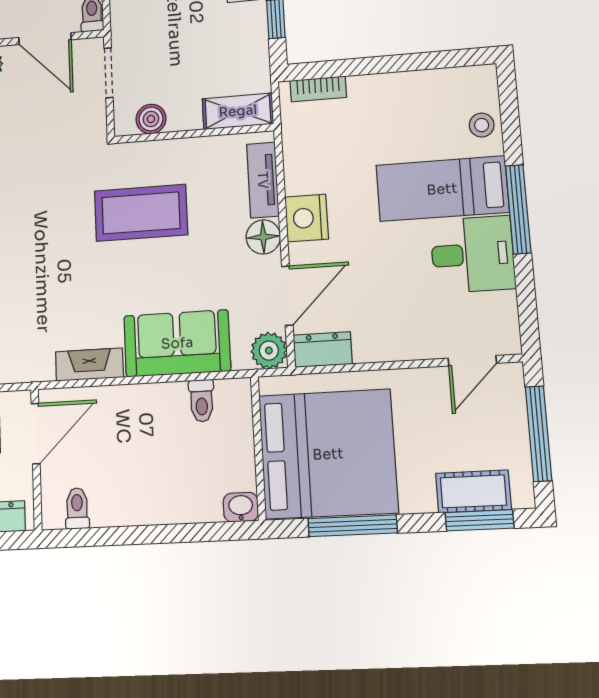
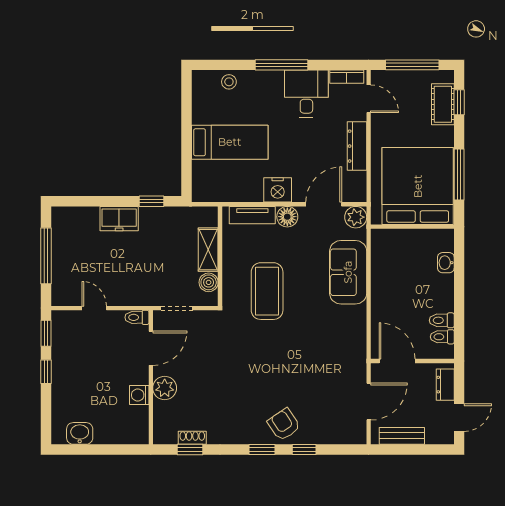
bookcase: (318, 89) -> (347, 77), moved, turned 90
shelving: (238, 111) -> (208, 250), moved
bed: (442, 189) -> (230, 142), moved, turned -90
door: (287, 296) -> (324, 204), hinge flipped
dresser: (323, 350) -> (357, 146), moved, width x1.44
fireplace: (89, 365) -> (358, 326), removed
toilet: (202, 401) -> (442, 320), moved, turned 180
washbasin: (241, 507) -> (446, 263), moved
window: (479, 520) -> (459, 102), width x0.67

